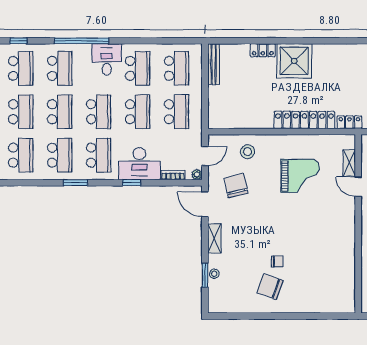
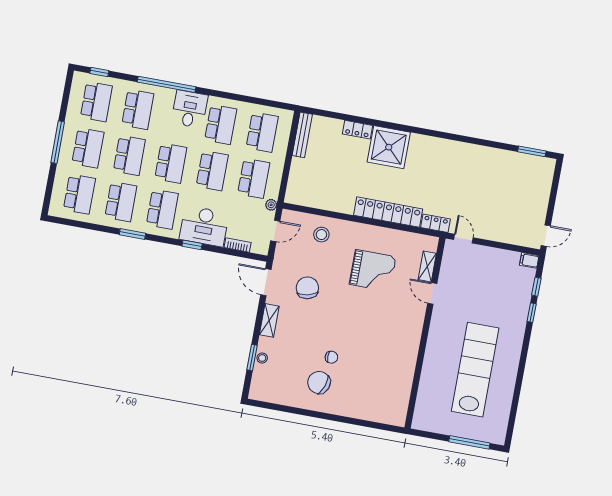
plant: (197, 175) -> (271, 205), moved
chair: (236, 185) -> (307, 288), moved

